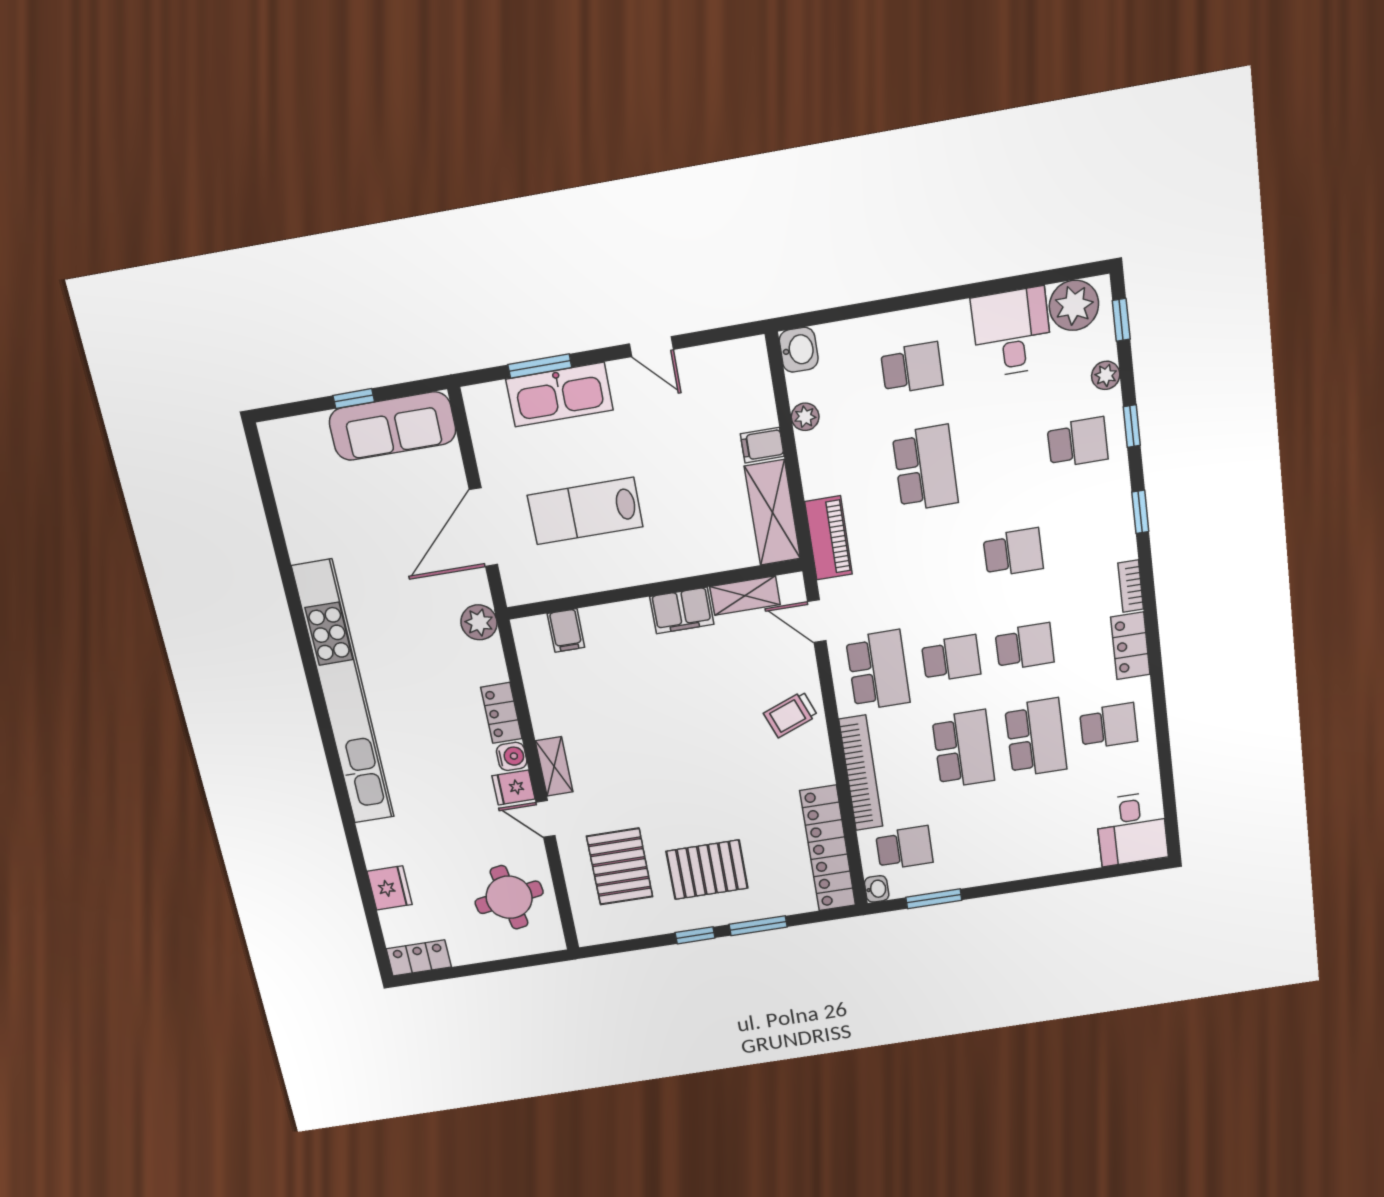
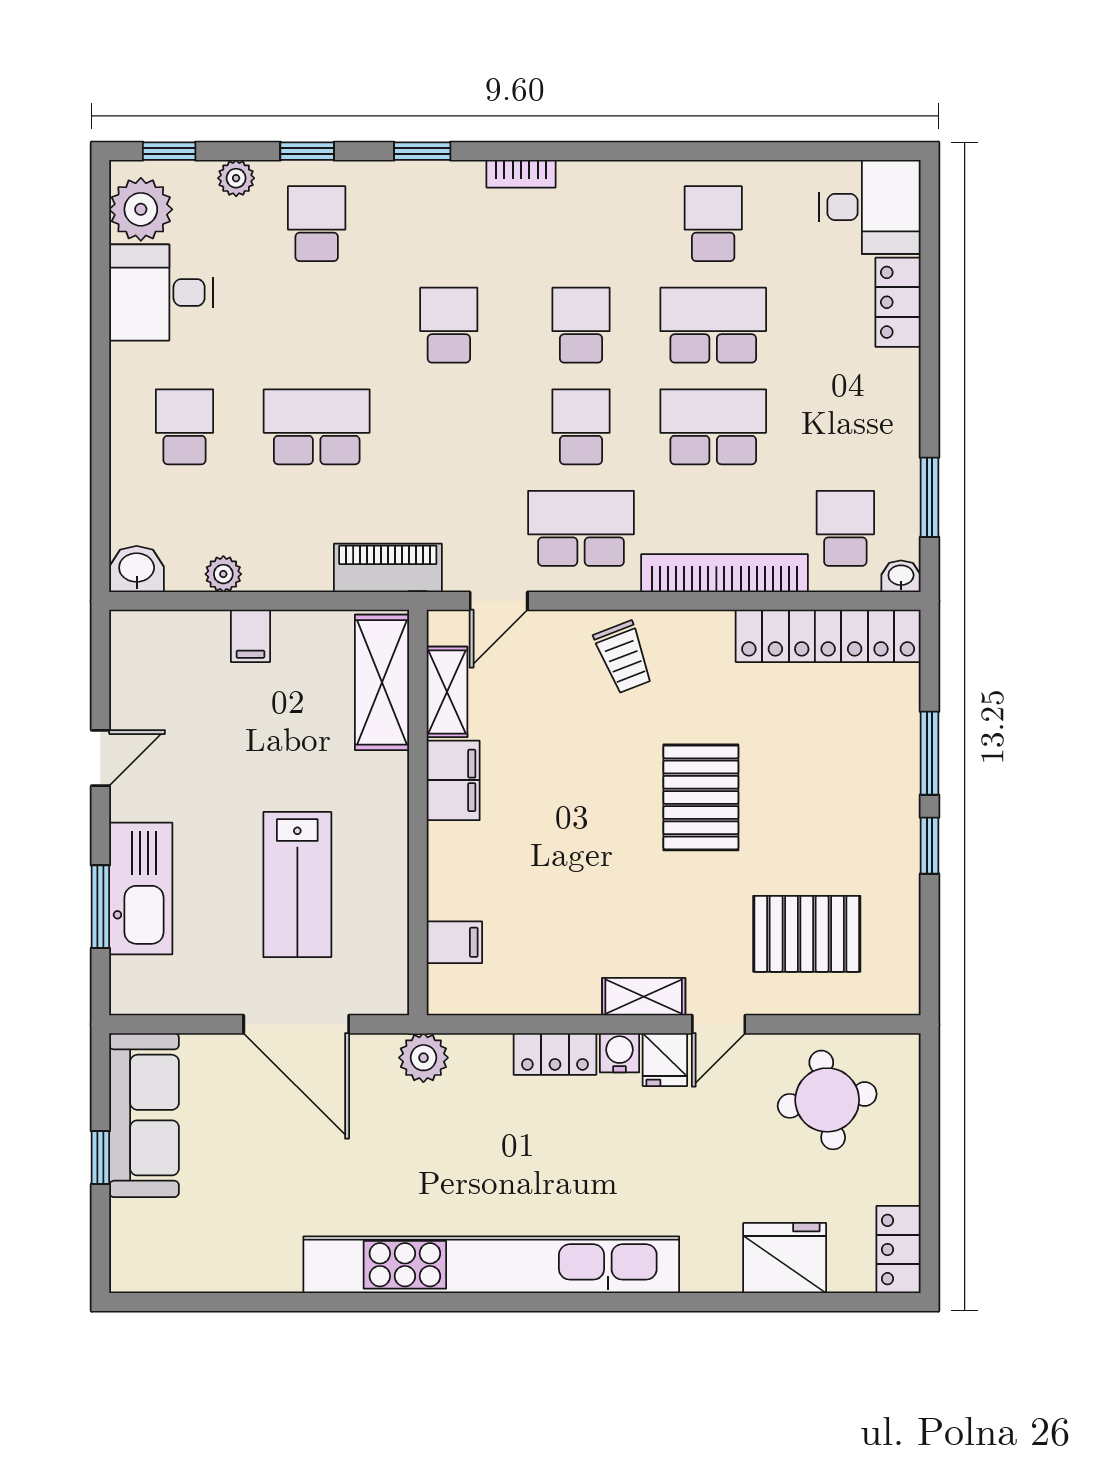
shelving: (772, 513) -> (382, 682), moved, turned 90
locker: (1130, 646) -> (898, 302), moved, turned 90
pallet: (707, 870) -> (701, 797), moved
fridge: (390, 888) -> (785, 1258), width x1.36, depth x1.34

